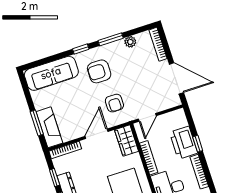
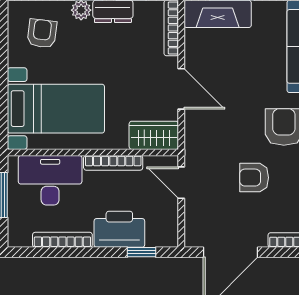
armchair: (114, 103) -> (254, 178), moved
window: (198, 144) -> (142, 252), moved

